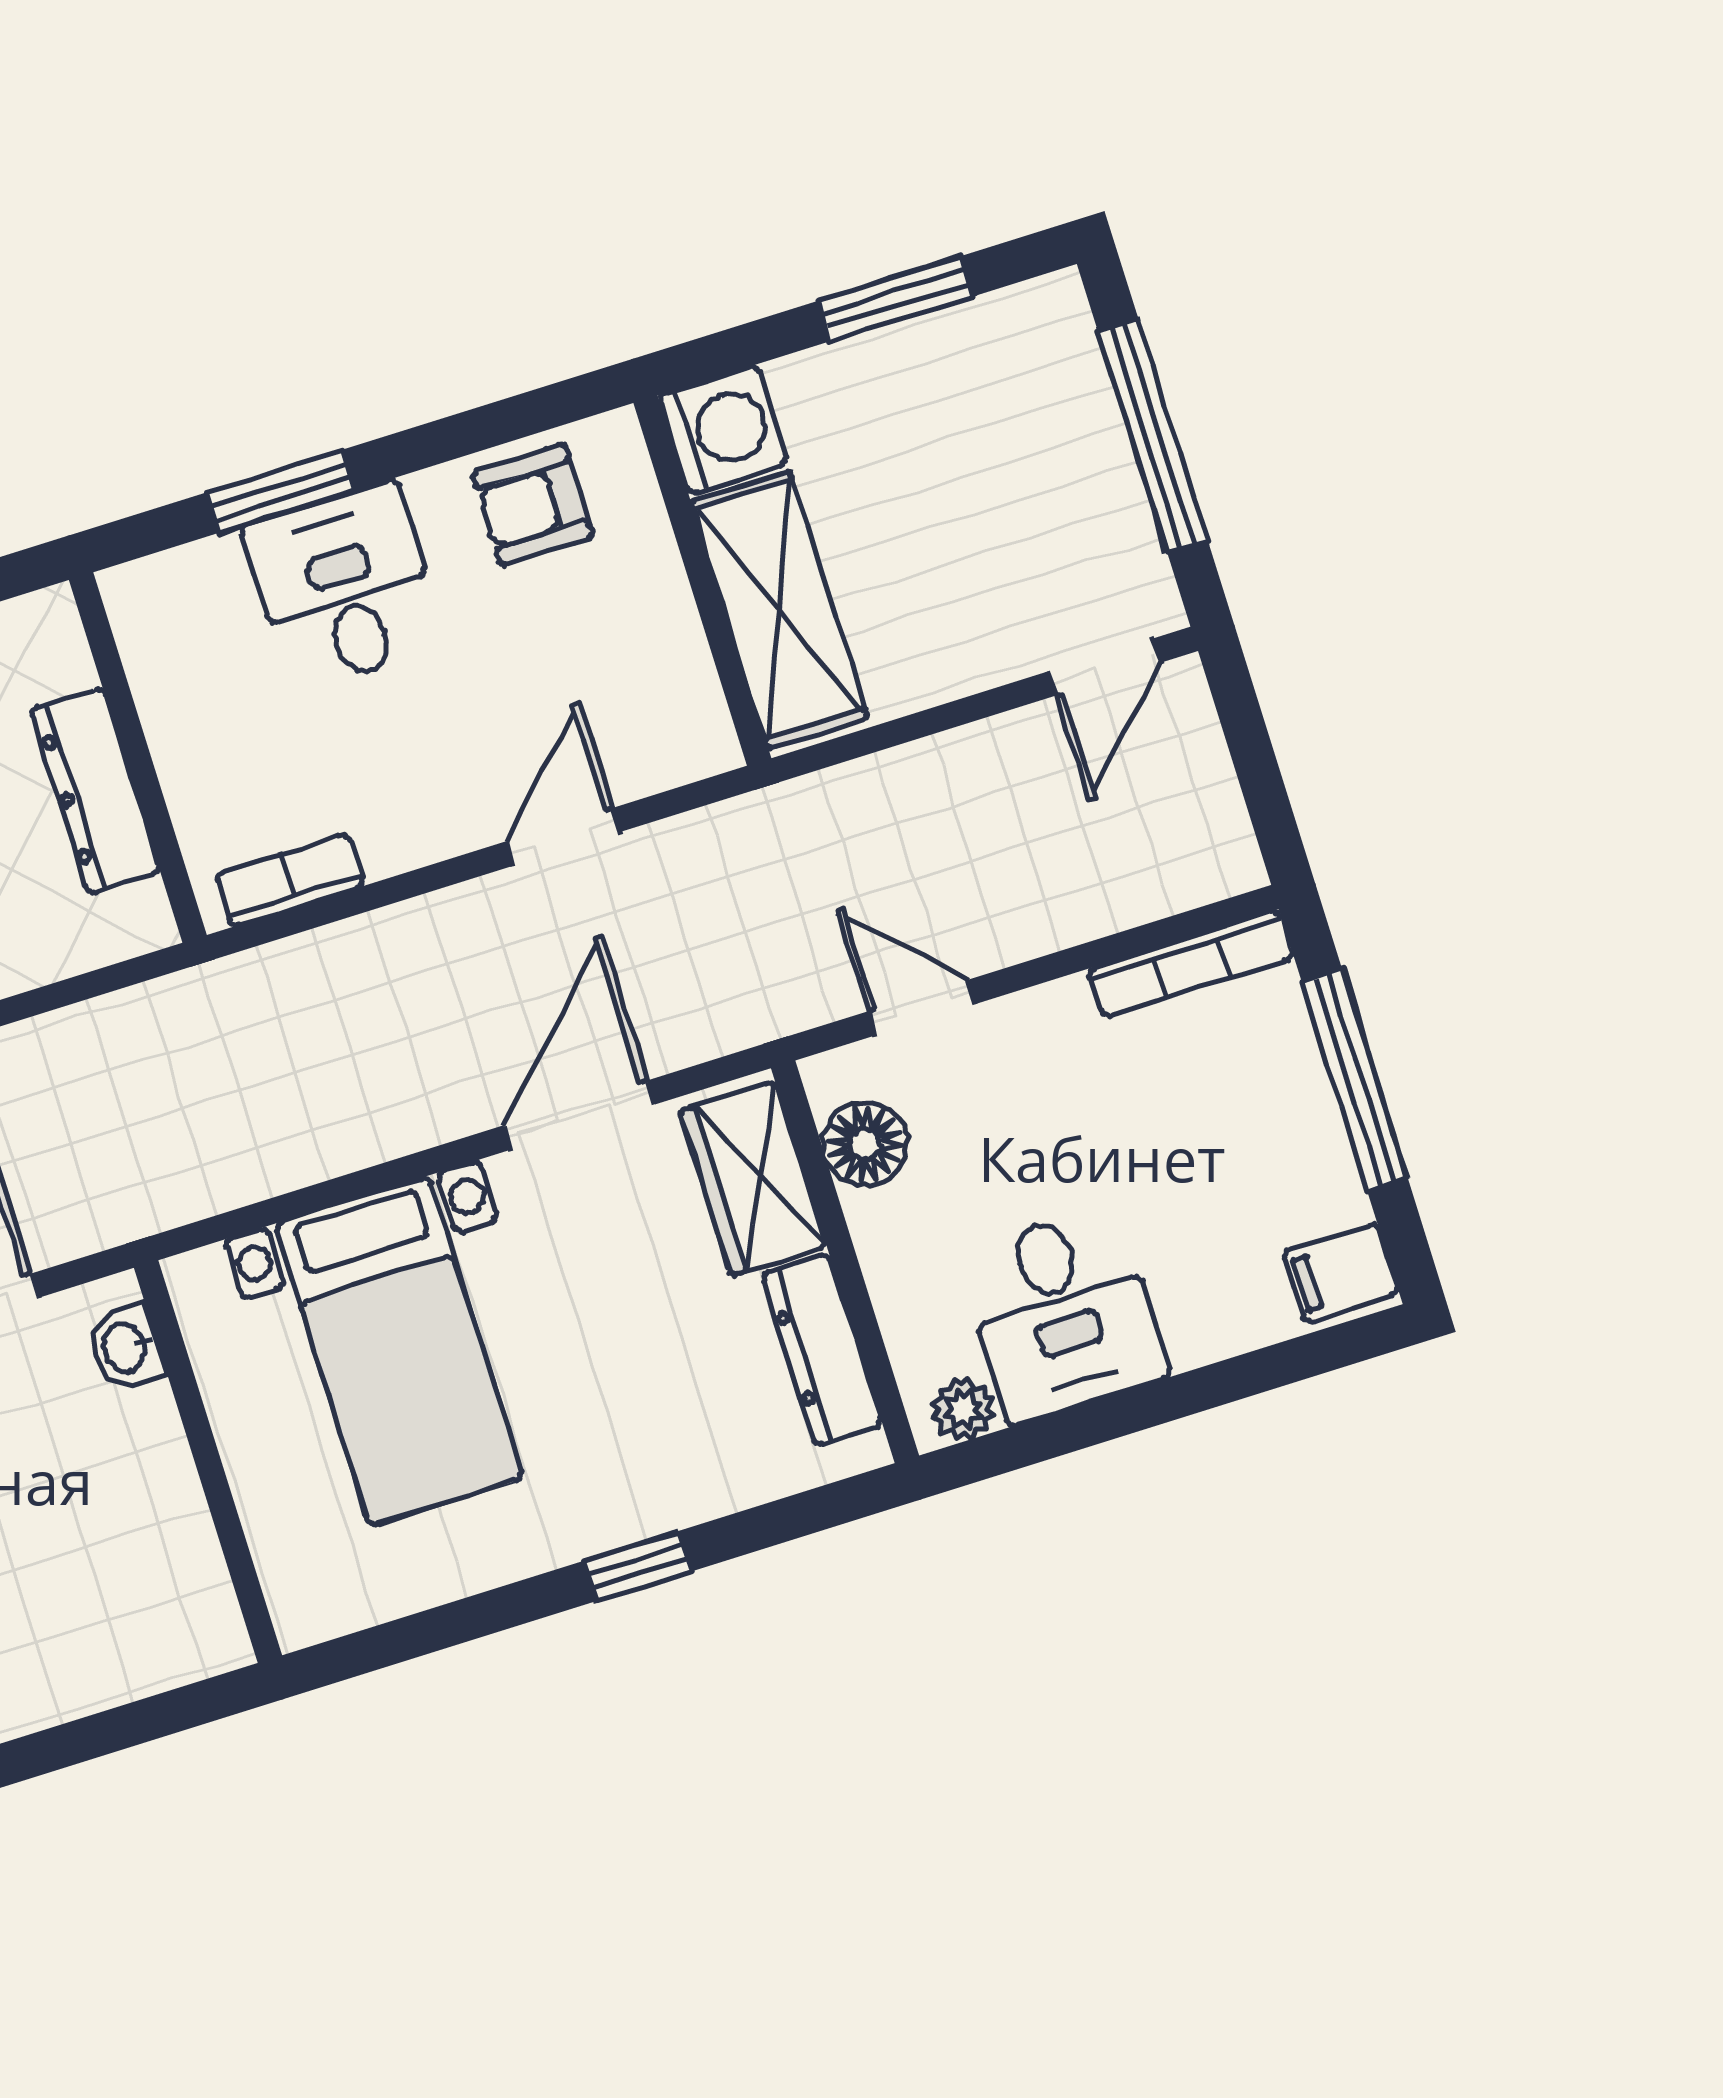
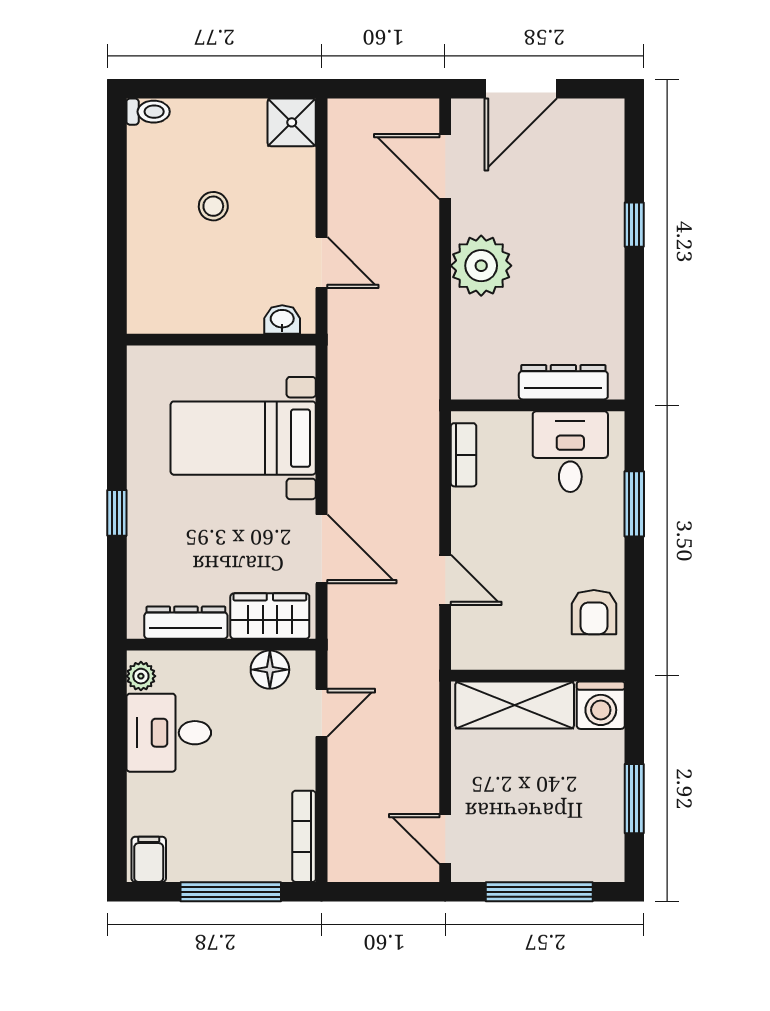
armchair: (533, 505) -> (594, 612), turned 180
desk: (344, 586) -> (570, 452), moved, turned -90
dresser: (95, 791) -> (563, 382), moved

